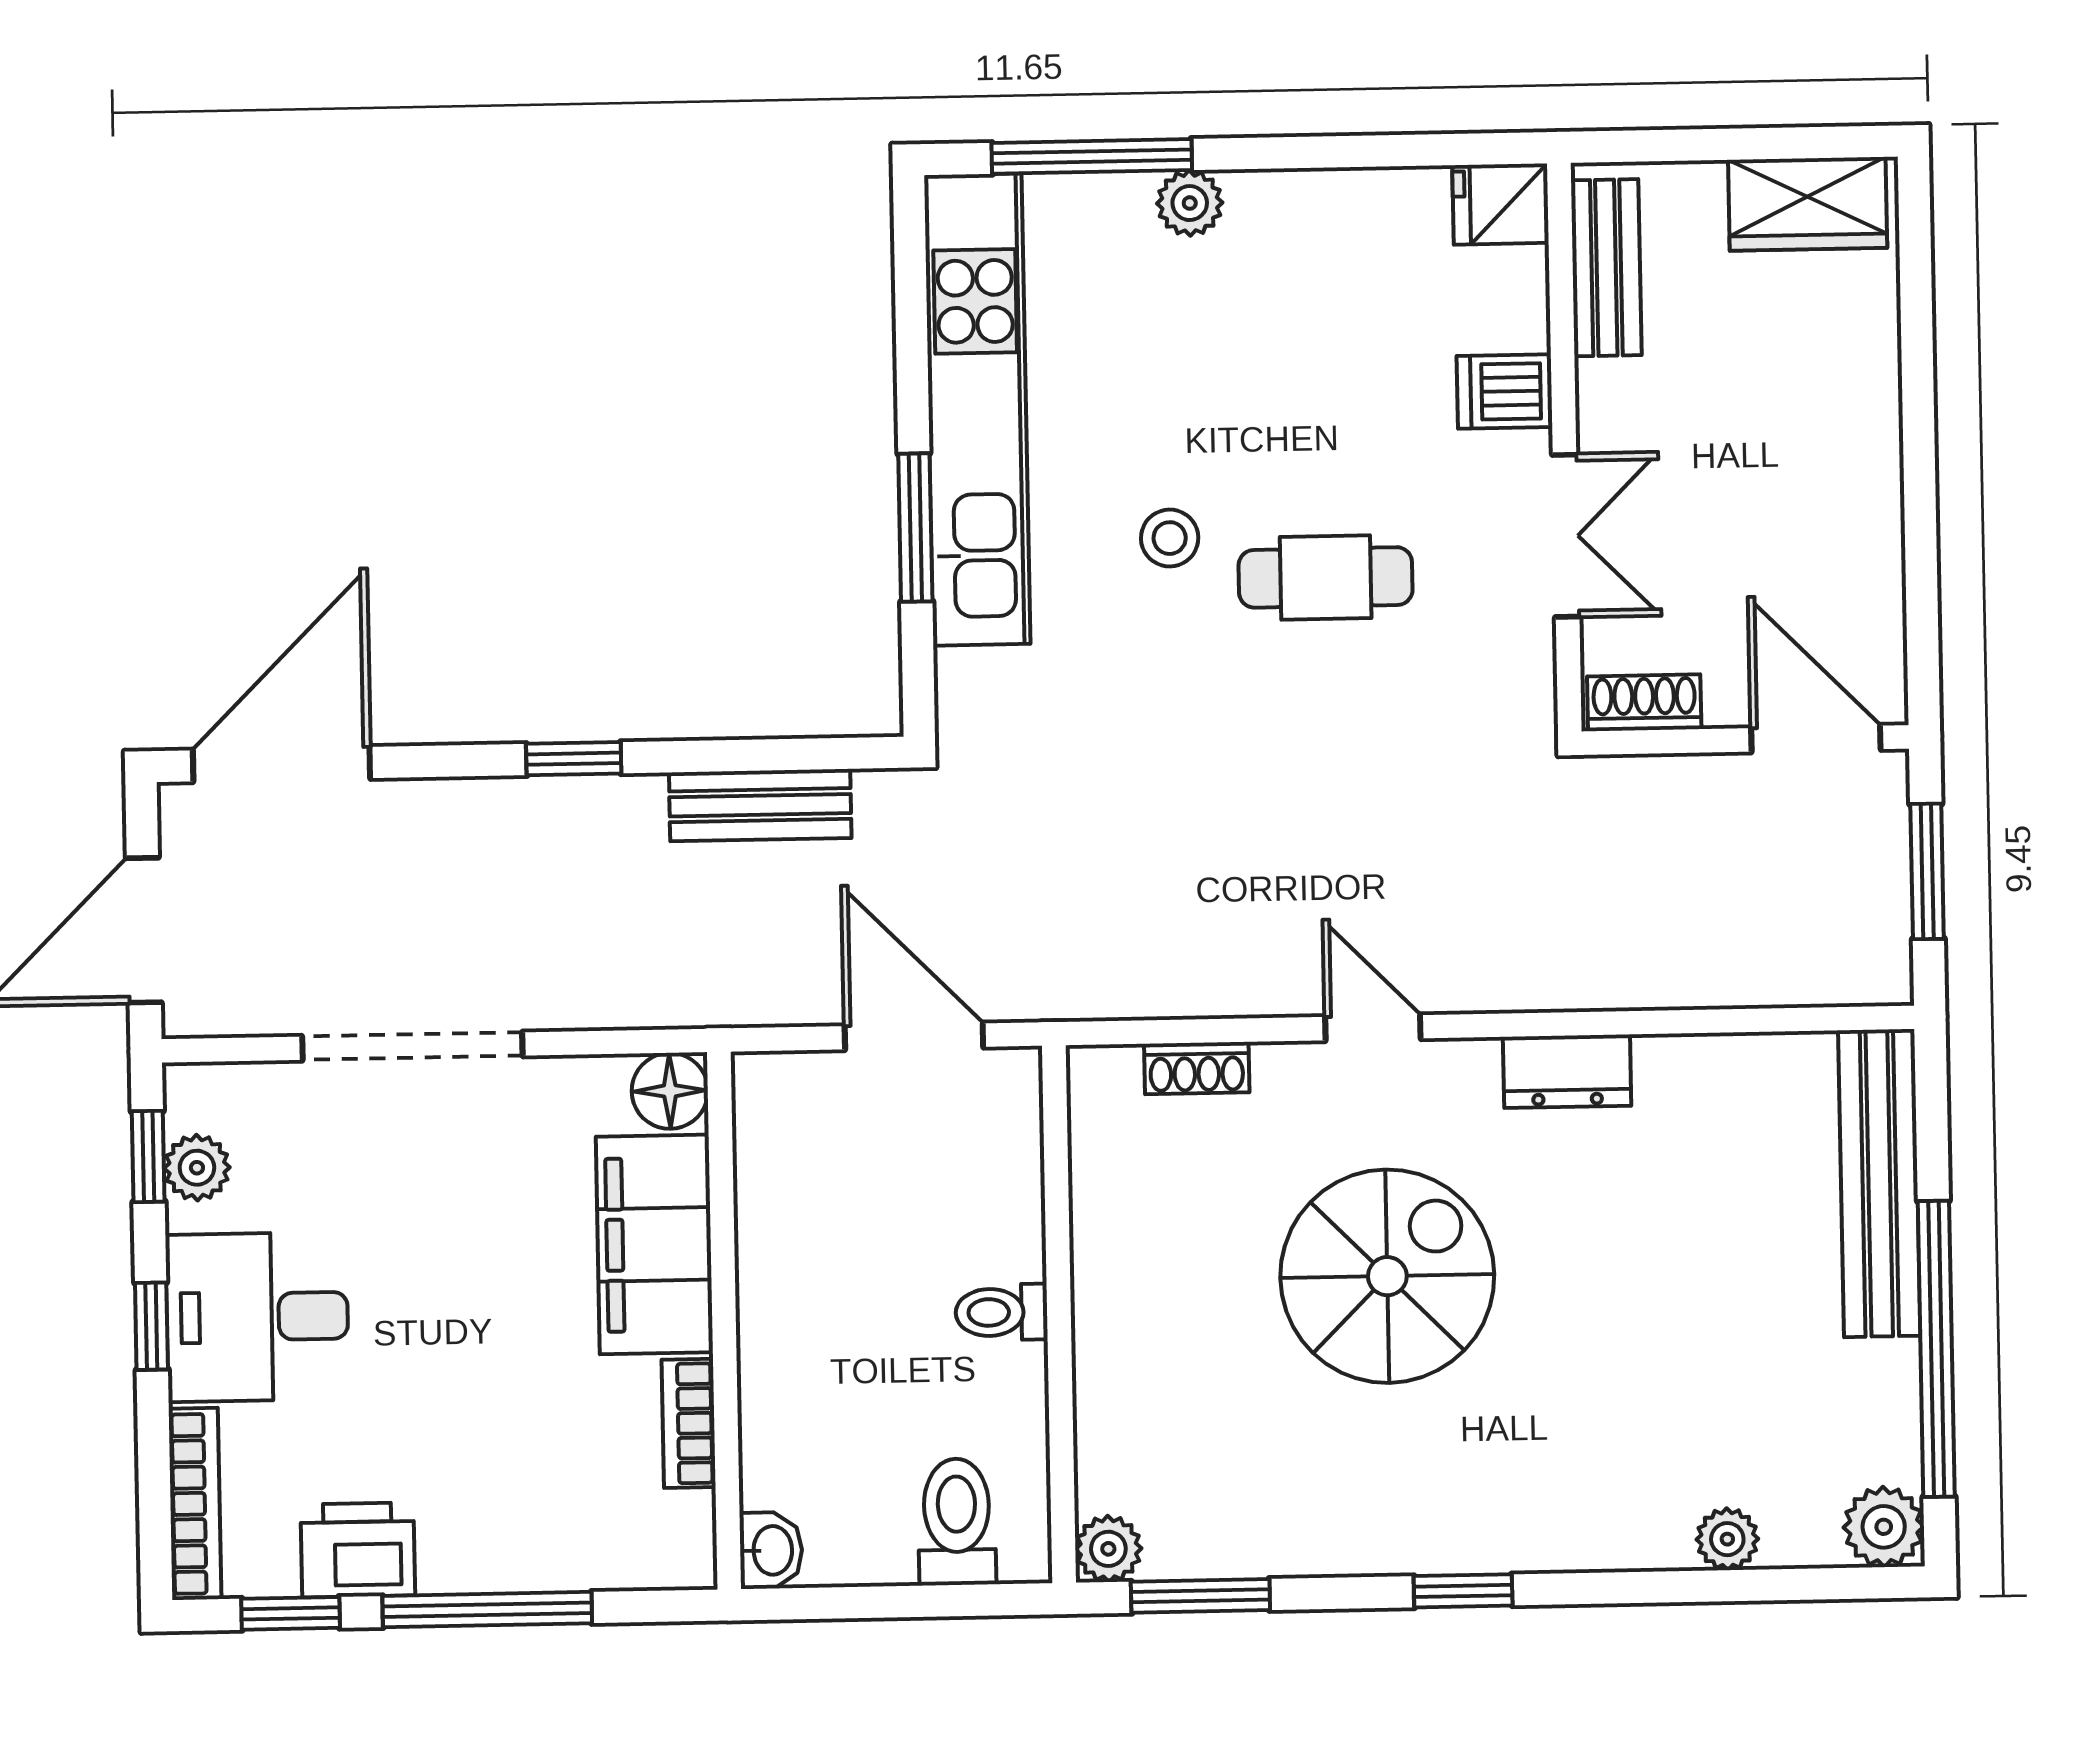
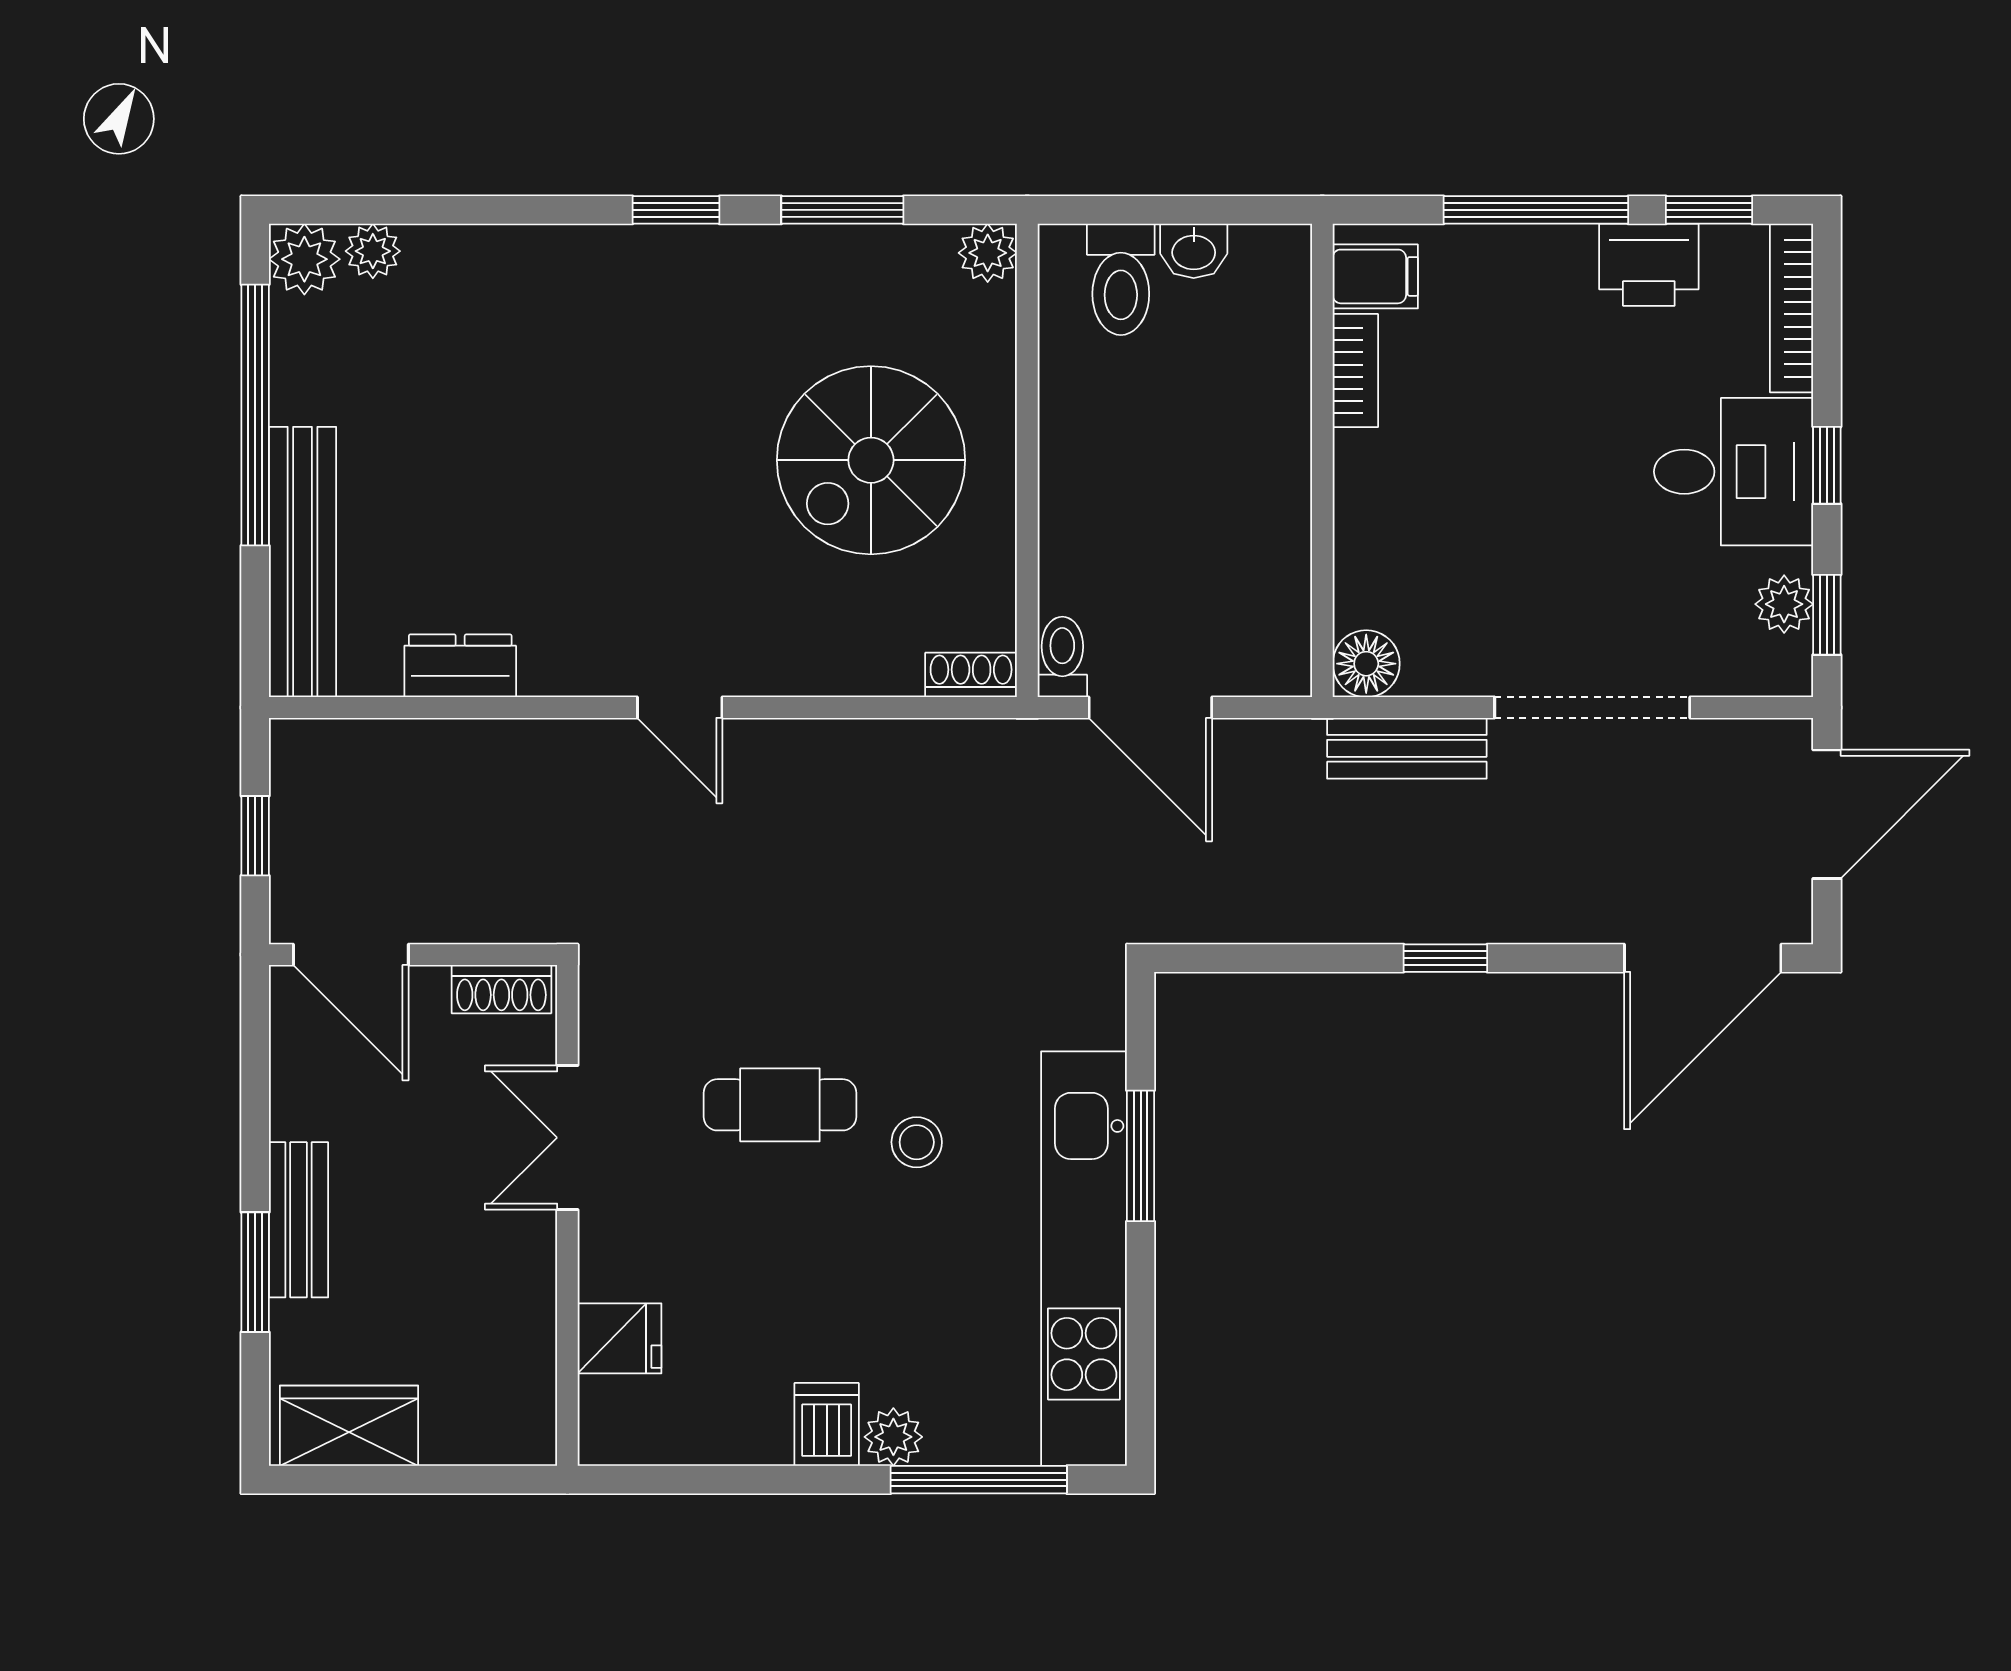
fridge: (1501, 204) -> (620, 1338), moved
bench: (1606, 268) -> (299, 1220), moved
window: (1918, 376) -> (255, 1272), added
dishwasher: (1504, 392) -> (827, 1424), moved, turned -90
bench: (760, 805) -> (1407, 748), moved
window: (1927, 871) -> (255, 836), width x0.67
door: (1373, 1028) -> (680, 708), moved
shoe rack: (1197, 1068) -> (971, 675), moved
dresser: (1567, 1071) -> (460, 666), moved
filing cabinet: (654, 1244) -> (1375, 276), moved, width x0.33, depth x0.86
spiral stairs: (1387, 1276) -> (871, 460), moved
toilet: (1001, 1312) -> (1062, 657), moved, turned -90
plant: (1727, 1539) -> (373, 251), moved
washbasin: (771, 1550) -> (1194, 251), moved, turned -90
window: (1200, 1596) -> (842, 210), moved

